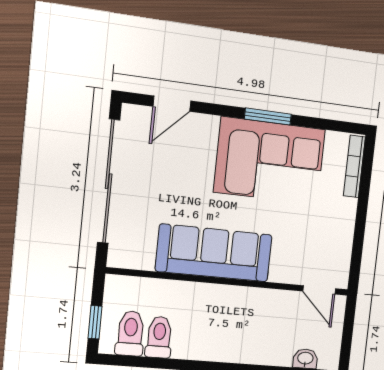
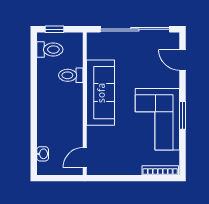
toilet: (159, 337) -> (71, 75), moved, turned 180

